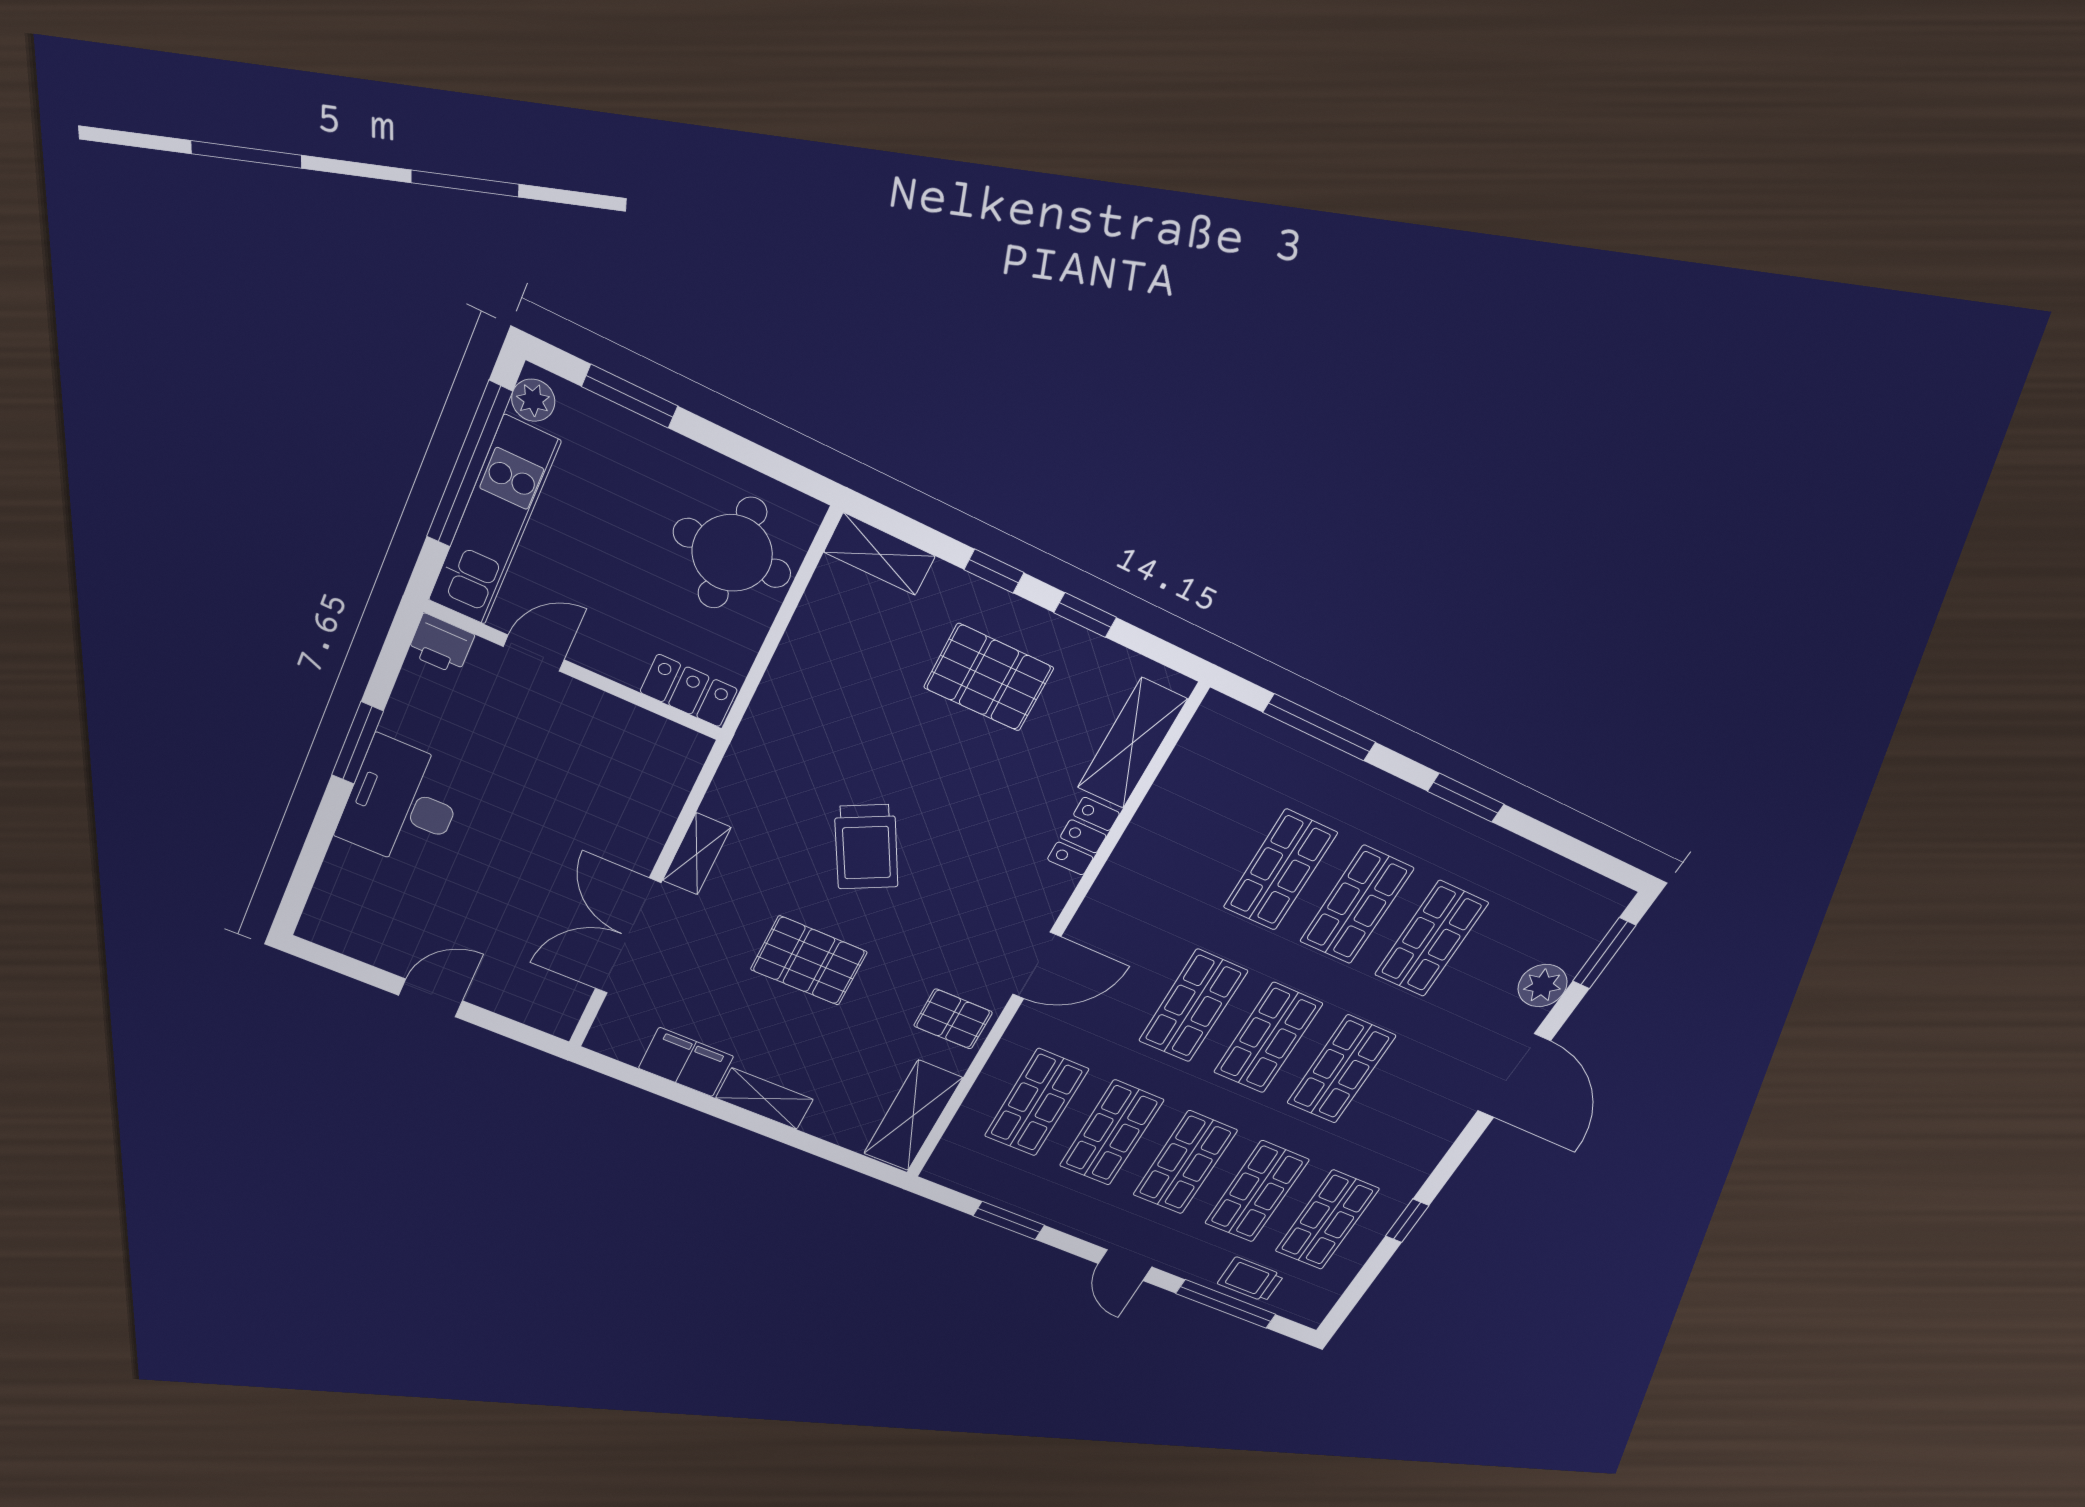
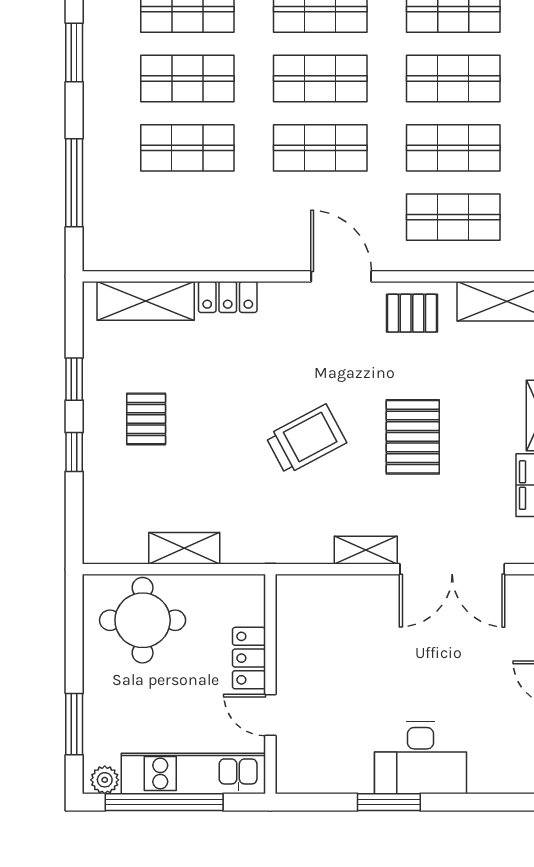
shelving: (880, 554) -> (184, 548), moved, turned 90
printer: (441, 644) -> (292, 775), removed
pallet: (989, 678) -> (146, 419), width x0.67, depth x0.71
locker: (689, 691) -> (249, 658), moved
pallet: (953, 1019) -> (412, 313), turned 90

